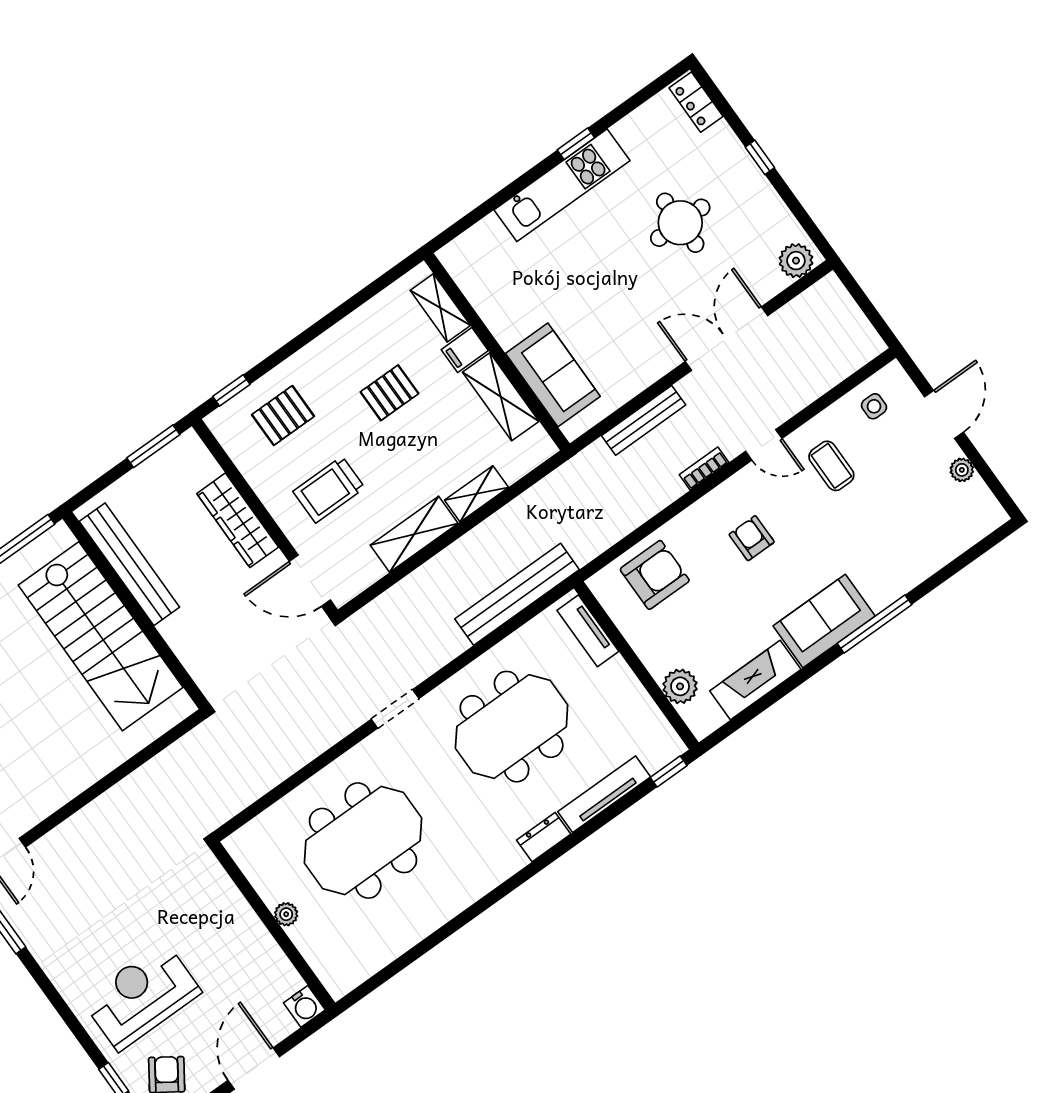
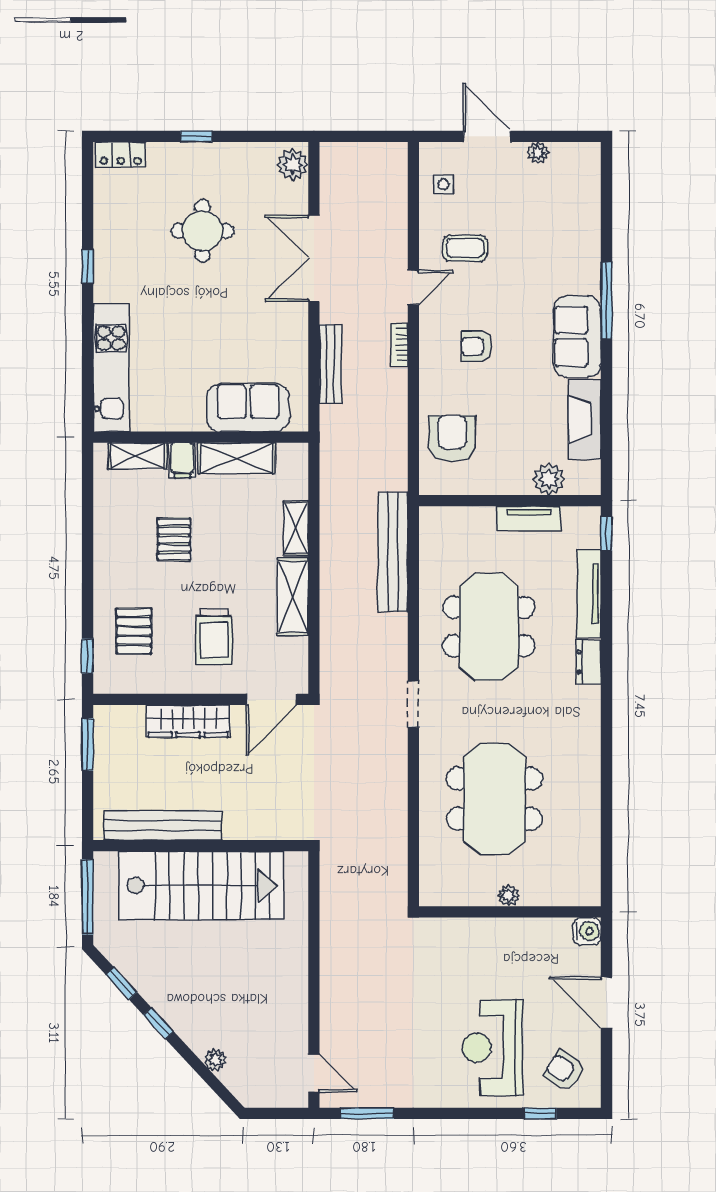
kitchen unit: (562, 185) -> (111, 368), moved
tv unit: (588, 631) -> (529, 518), moved

